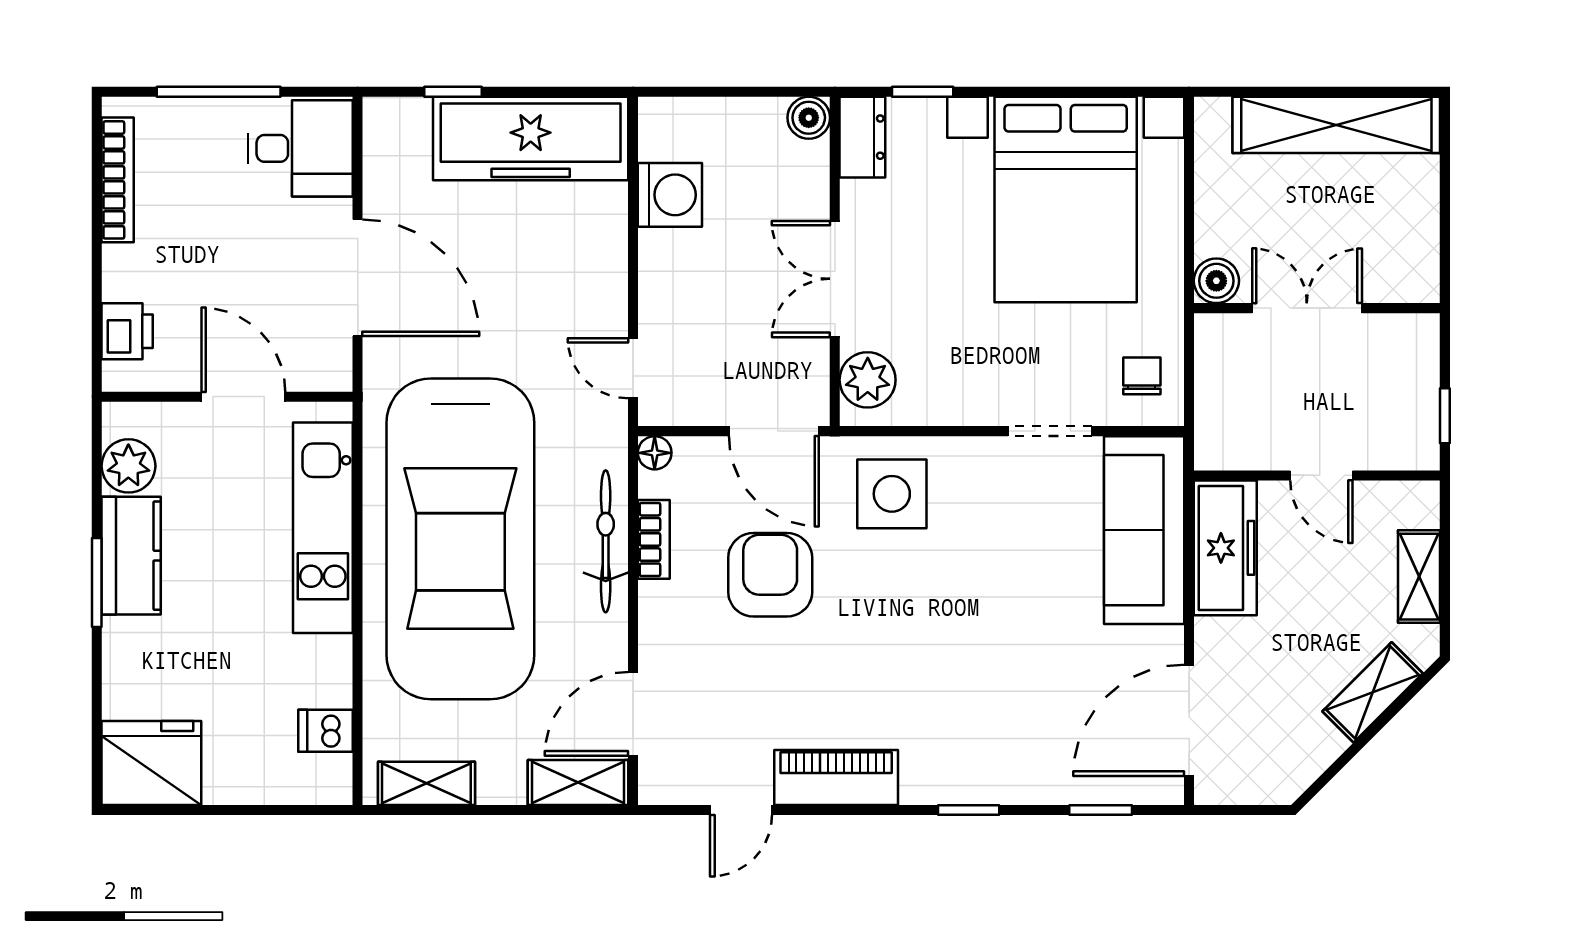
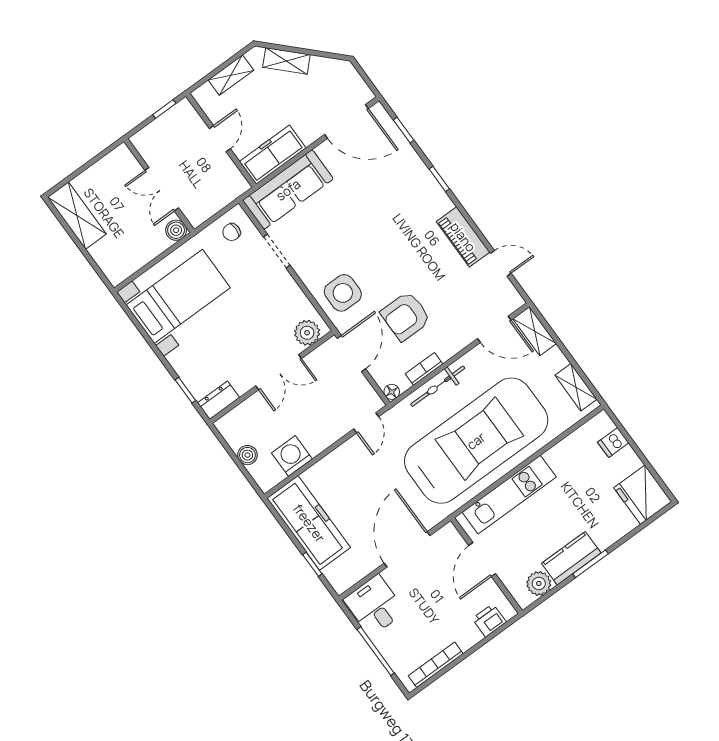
boiler: (809, 118) -> (247, 455), moved
shelving: (1336, 125) -> (77, 216), width x0.68
bed with nightstands: (1066, 200) -> (178, 296), width x0.73
dishwasher: (325, 731) -> (613, 442), moved, turned 90

